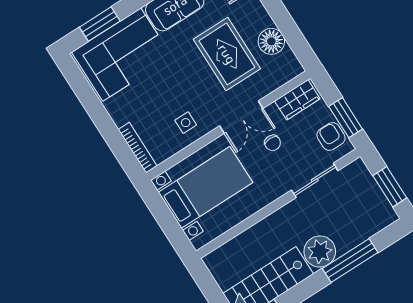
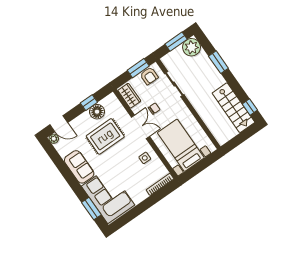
window: (288, 28) -> (89, 103), added
armchair: (331, 136) -> (149, 76), turned -90
plant: (320, 252) -> (192, 47), moved
window: (350, 261) -> (218, 62), width x0.69

